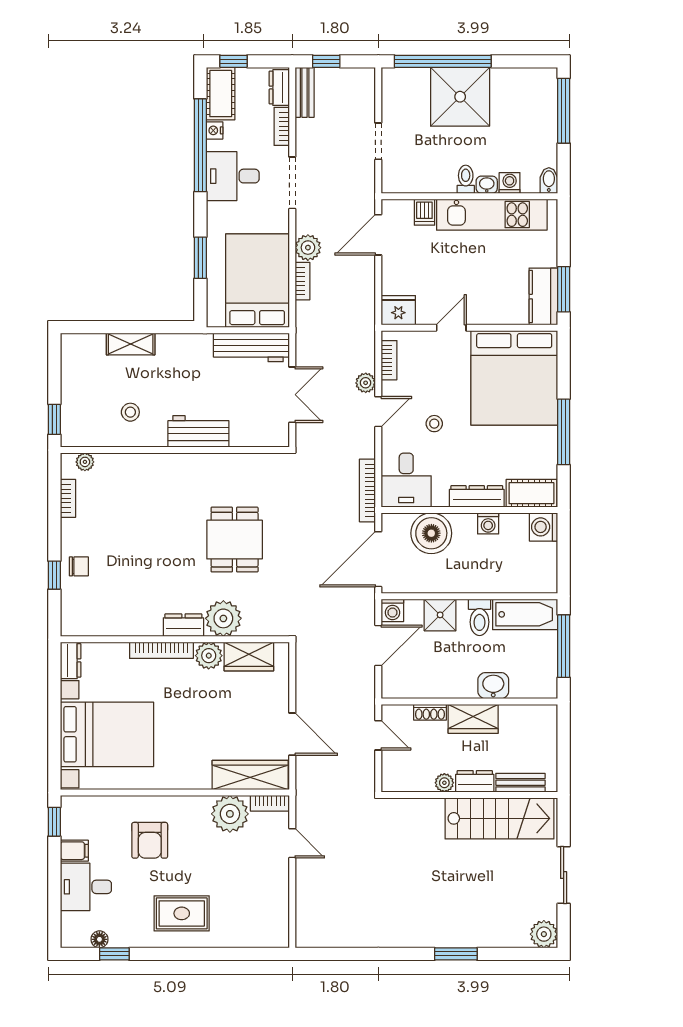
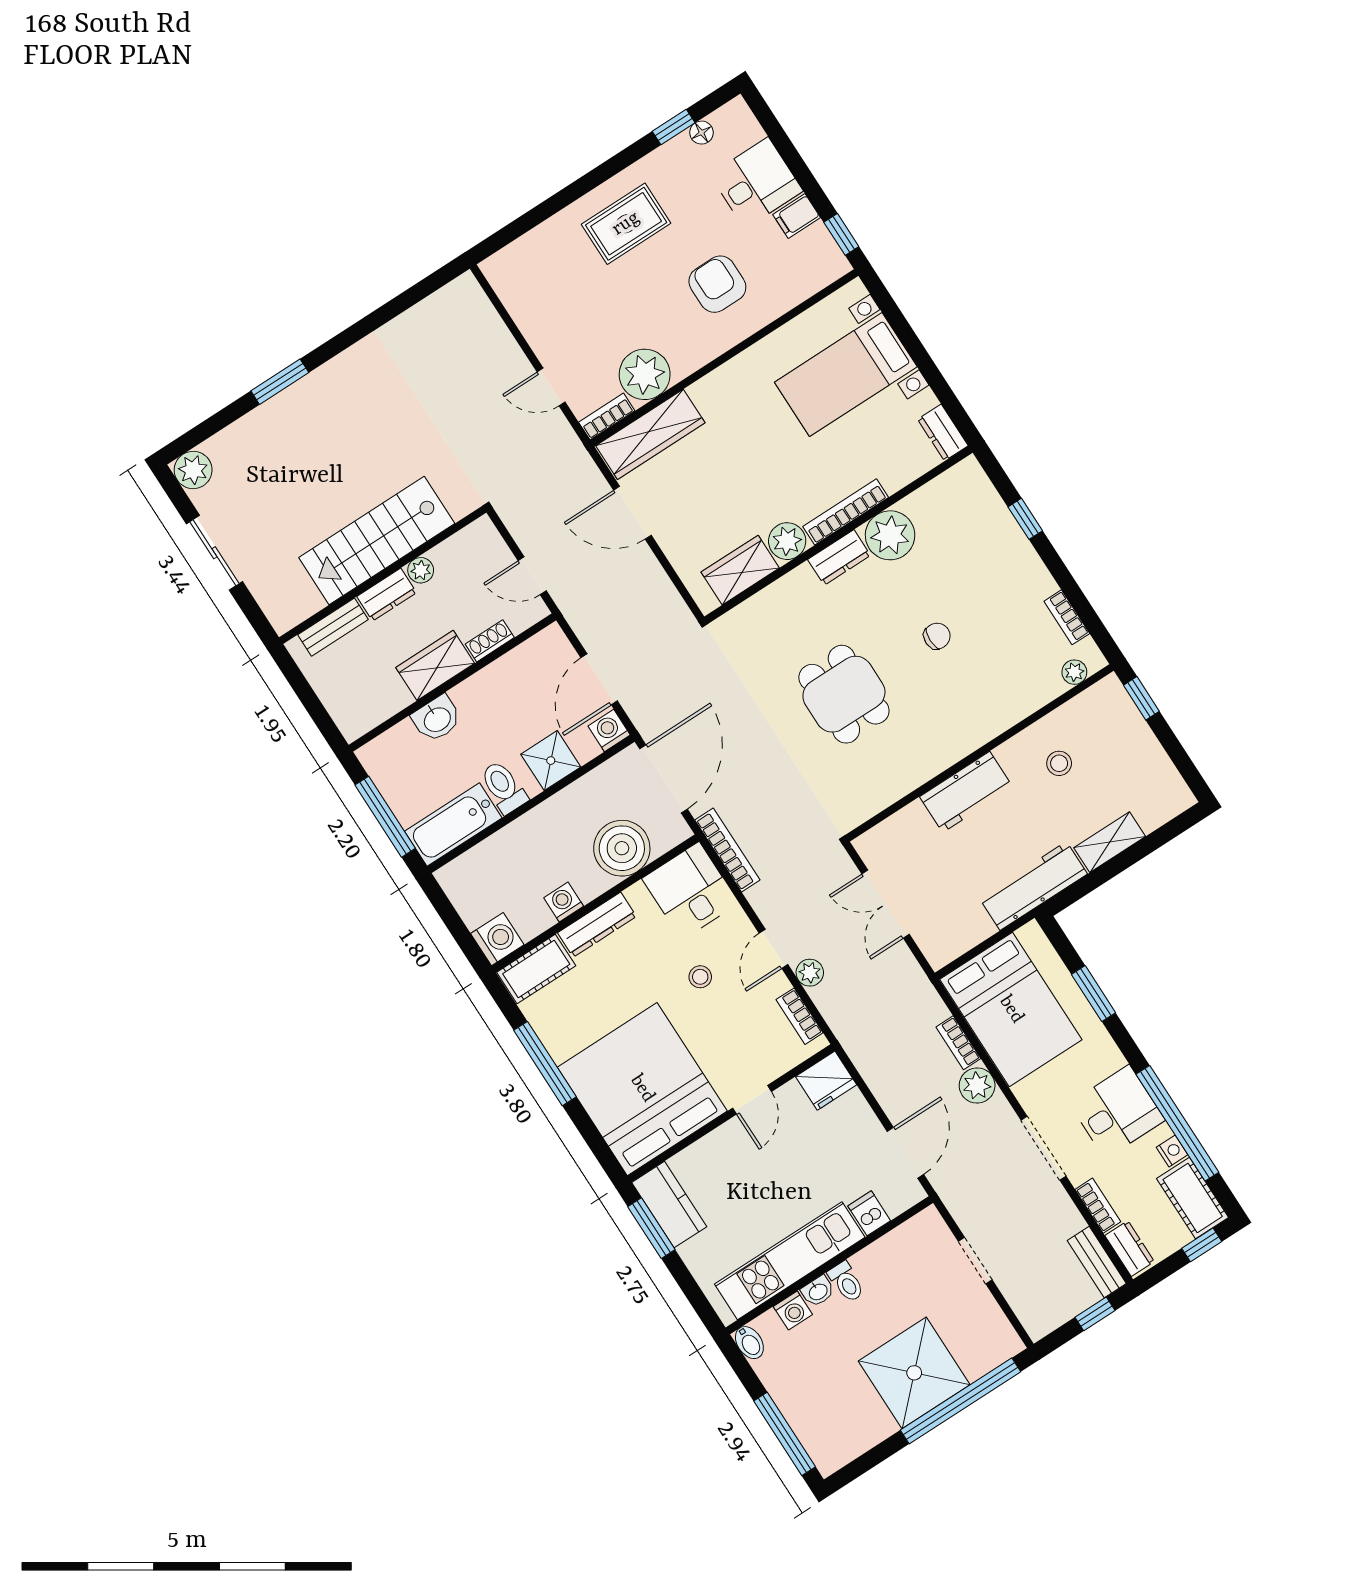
workbench: (251, 347) -> (1033, 886), moved
chair: (79, 566) -> (937, 636), moved, turned 180
plant: (223, 618) -> (890, 535), moved
bed with nightstands: (107, 734) -> (846, 374), width x0.73
stairs: (500, 818) -> (377, 540), moved

